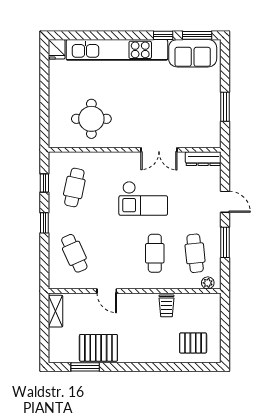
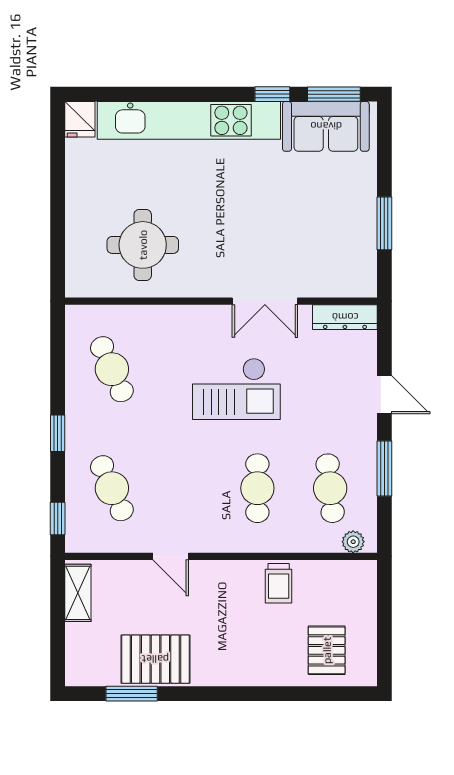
window: (44, 183) -> (58, 519), moved
cafe table: (74, 187) -> (112, 369), turned -36
pallet: (193, 343) -> (327, 650), turned 90

